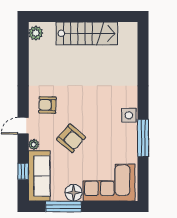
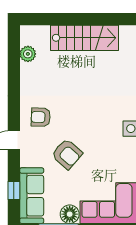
plant: (36, 33) -> (28, 54), moved
plant: (34, 144) -> (26, 161), removed

